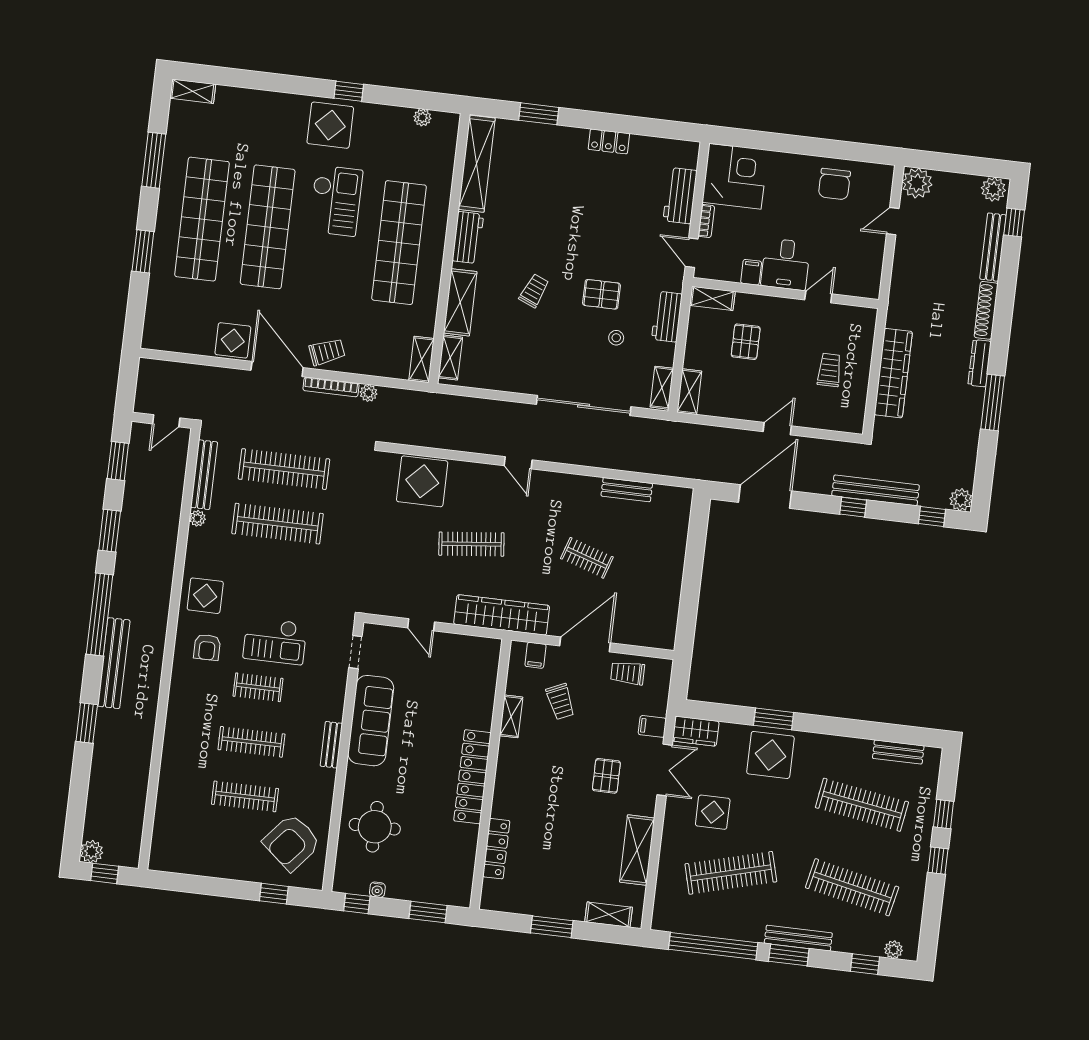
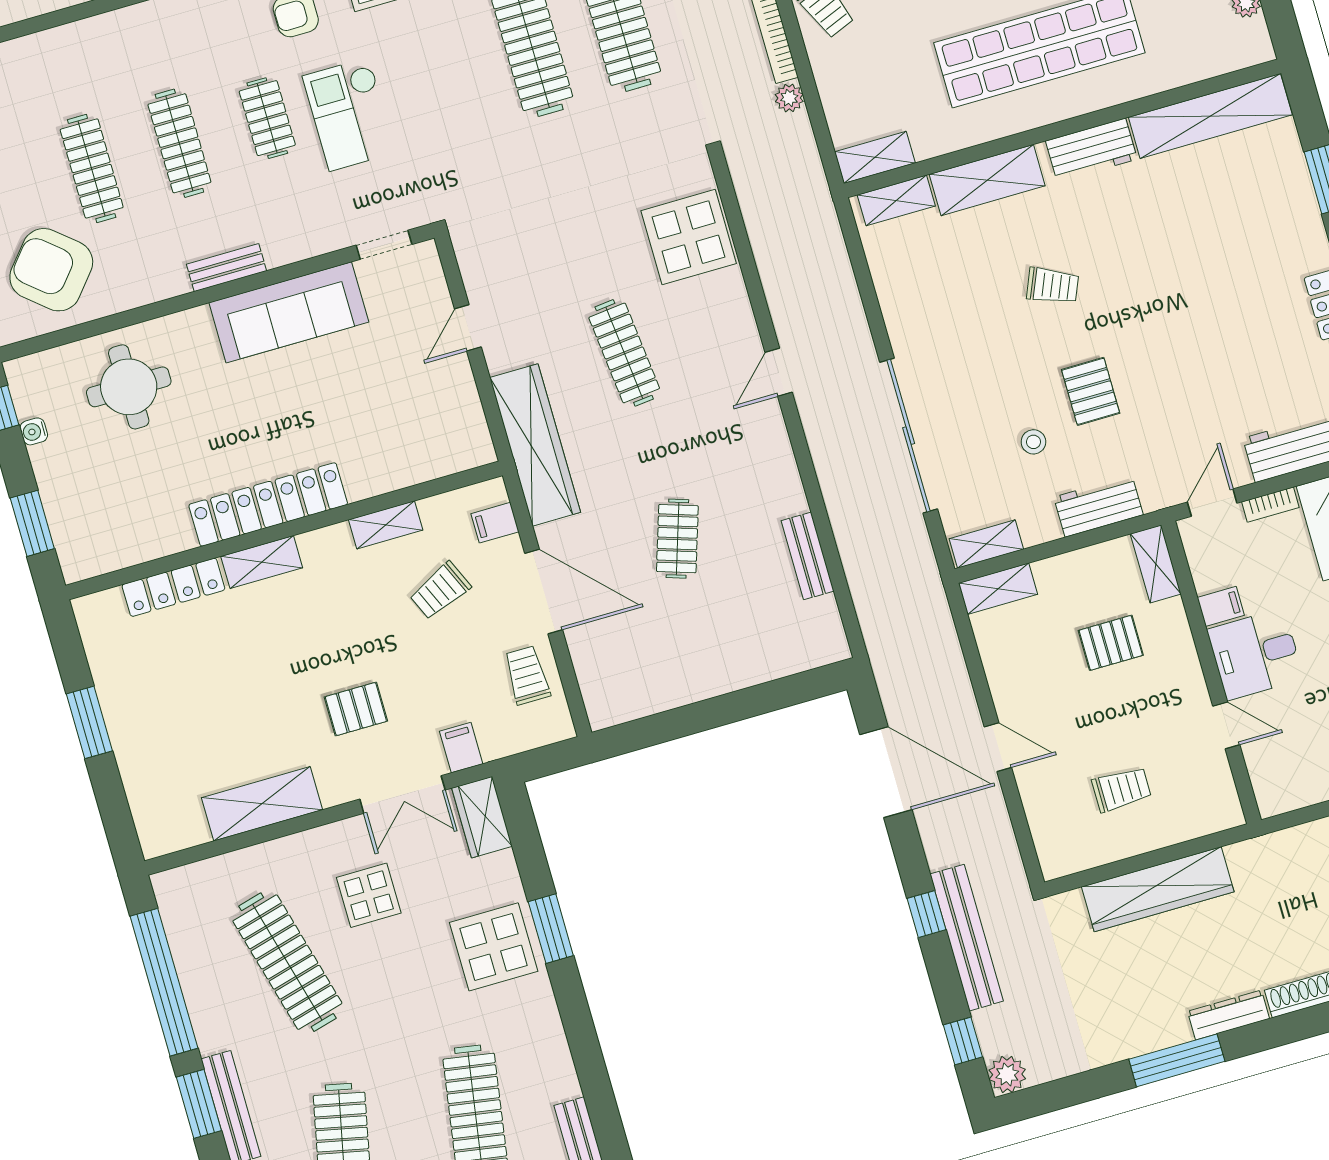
shelving: (609, 915) -> (262, 562), moved, turned 90

